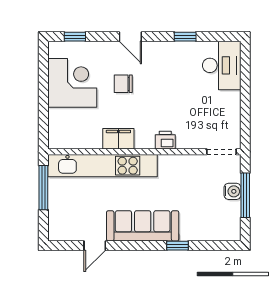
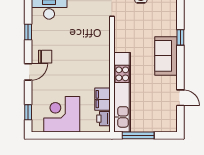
chair: (123, 84) -> (45, 57), moved, turned -90
filing cabinet: (118, 139) -> (103, 99), moved
printer: (165, 140) -> (103, 119), moved
sofa: (143, 226) -> (166, 56), width x0.73

